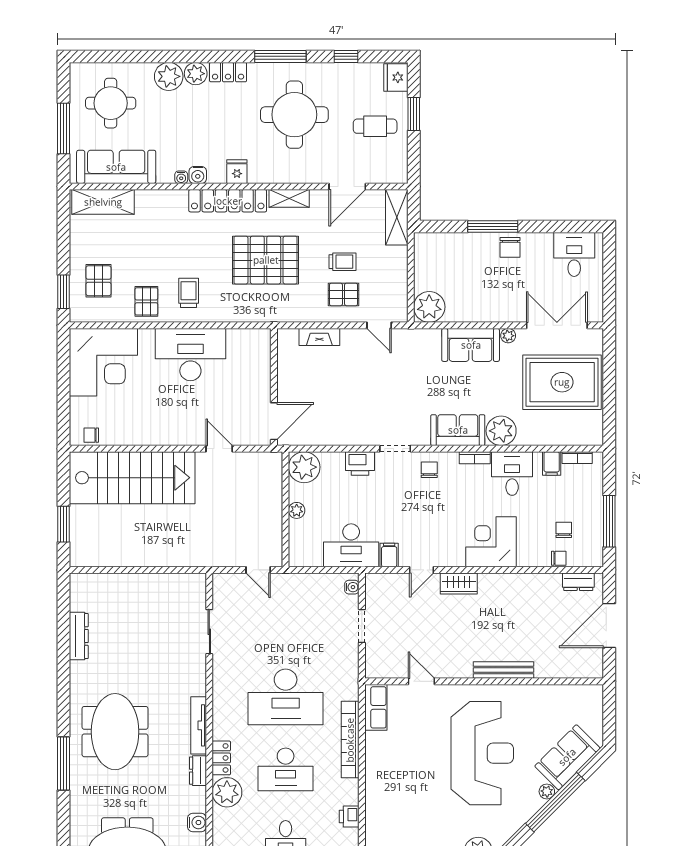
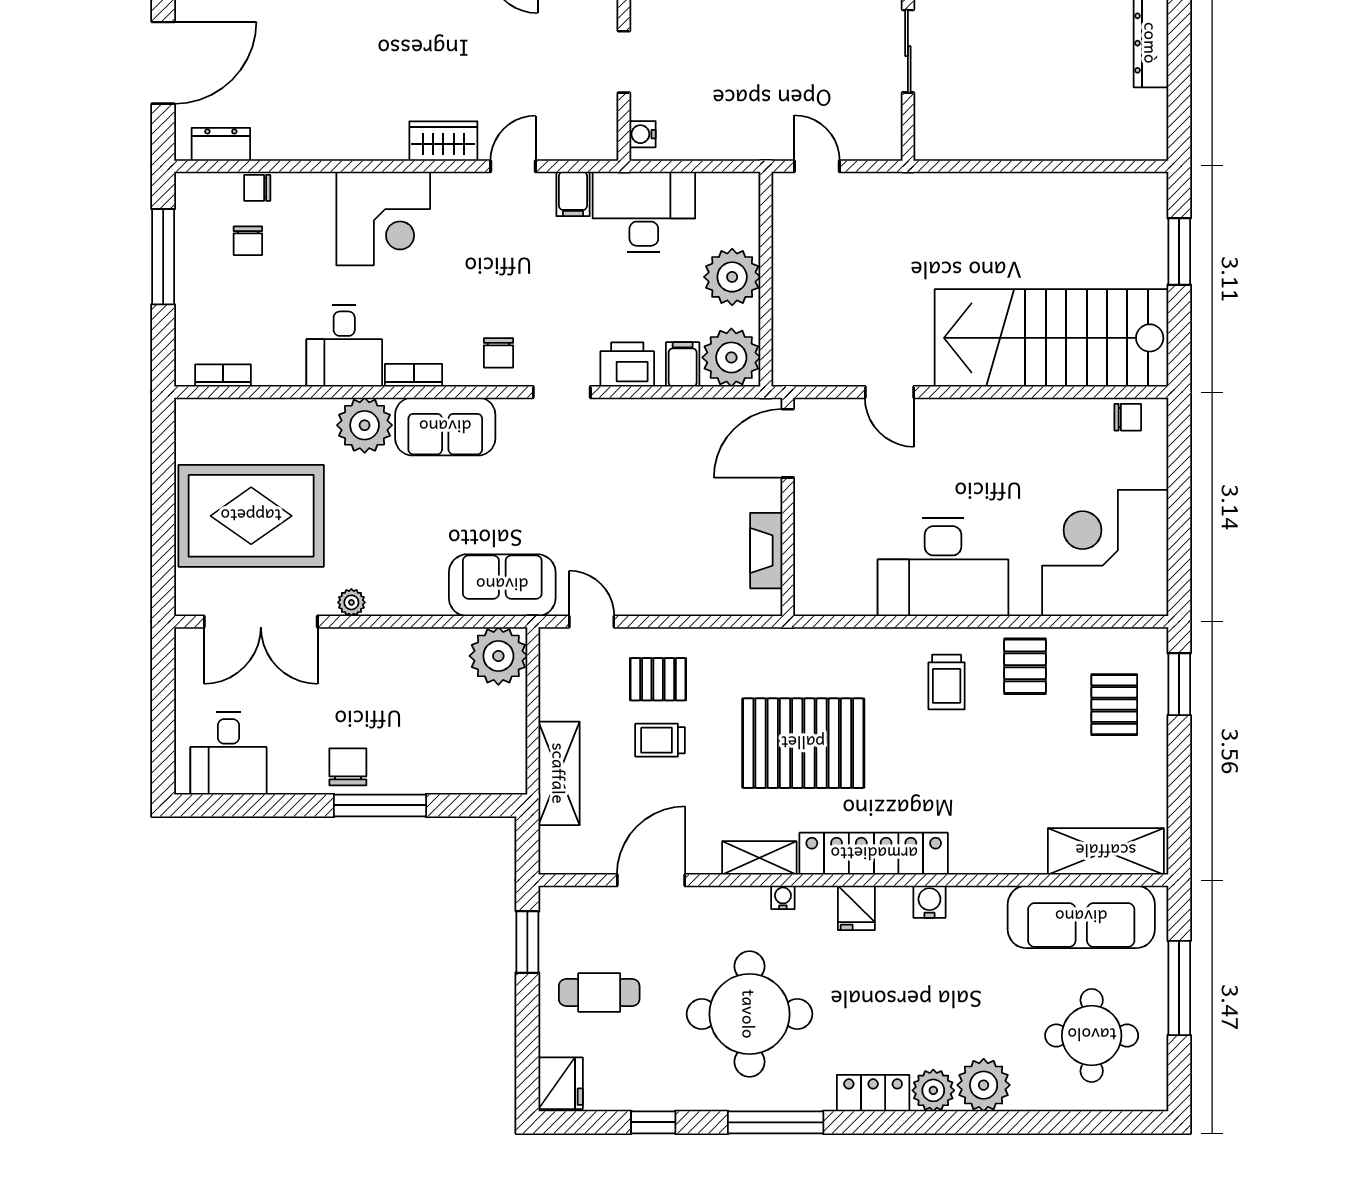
window: (414, 114) -> (527, 942), moved
water cooler: (181, 177) -> (783, 897), moved
shelving: (397, 217) -> (559, 773), moved
fireplace: (319, 337) -> (766, 551), moved, turned -90
sofa: (471, 345) -> (502, 585), moved
filing cabinet: (552, 463) -> (683, 364), moved
plant: (297, 510) -> (732, 277), width x1.87, depth x1.87

